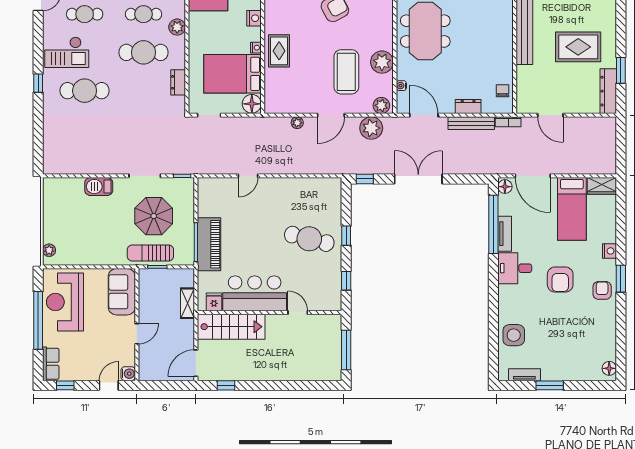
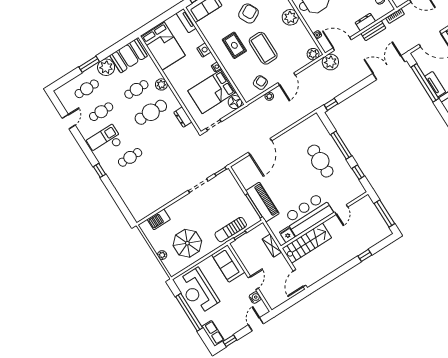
rug: (279, 51) -> (234, 45), moved
checkout: (67, 52) -> (105, 141), turned 180
plant: (382, 62) -> (290, 17), moved
coffee table: (346, 72) -> (263, 48), moved
cafe table: (85, 91) -> (130, 157), width x0.73, depth x0.74
armchair: (297, 100) -> (260, 83), added
bench: (471, 123) -> (373, 31), width x0.73
plant: (371, 128) -> (330, 62), moved
door: (248, 176) -> (260, 147), width x1.87
double door: (418, 179) -> (389, 68), moved
barbecue: (99, 187) -> (159, 219), moved
floor lamp: (505, 187) -> (418, 56), removed
parasol: (154, 216) -> (187, 243), moved
window: (346, 236) -> (341, 145), width x2.17
cafe table: (309, 239) -> (320, 161), turned 76
plant: (49, 250) -> (162, 255), moved
door: (298, 312) -> (341, 209), swing flipped
water cooler: (128, 374) -> (255, 298), moved
window: (226, 385) -> (365, 255), moved

